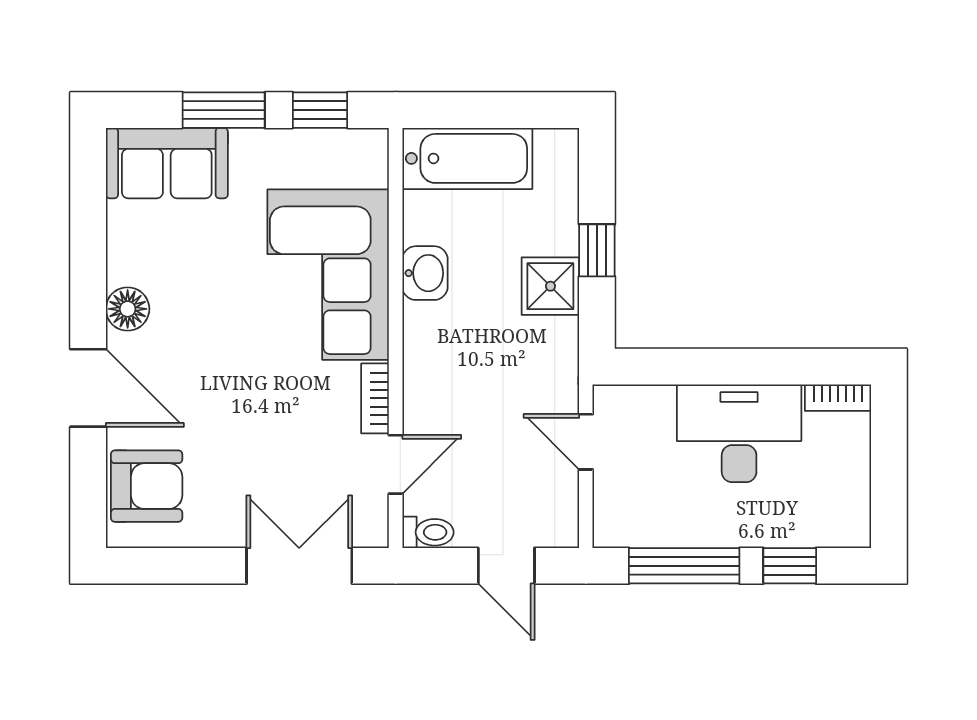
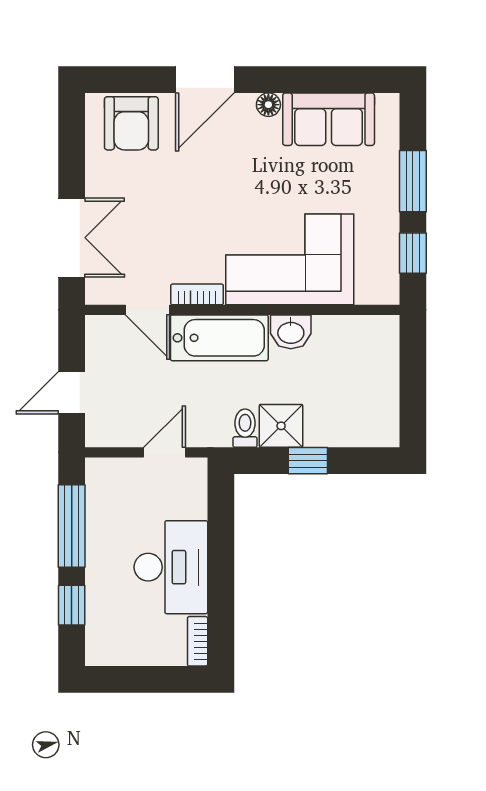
bathtub: (467, 158) -> (219, 338), moved, turned -90
sofa: (167, 163) -> (329, 119), moved, turned -90
floor lamp: (128, 309) -> (268, 105), width x0.73, depth x0.73
toilet: (428, 532) -> (245, 428), moved, turned 180

